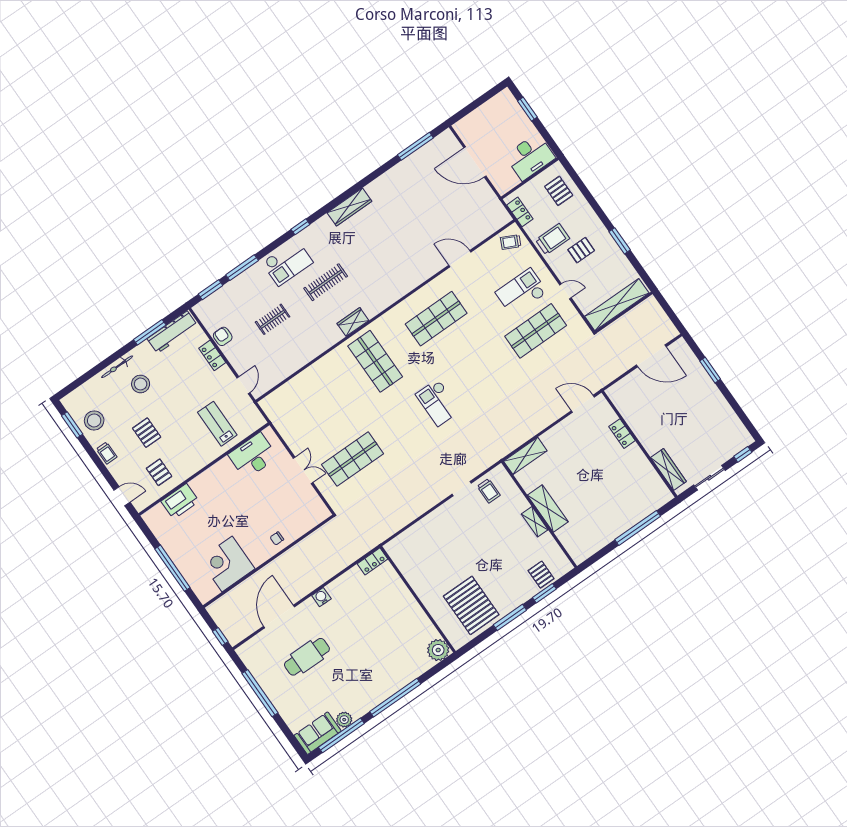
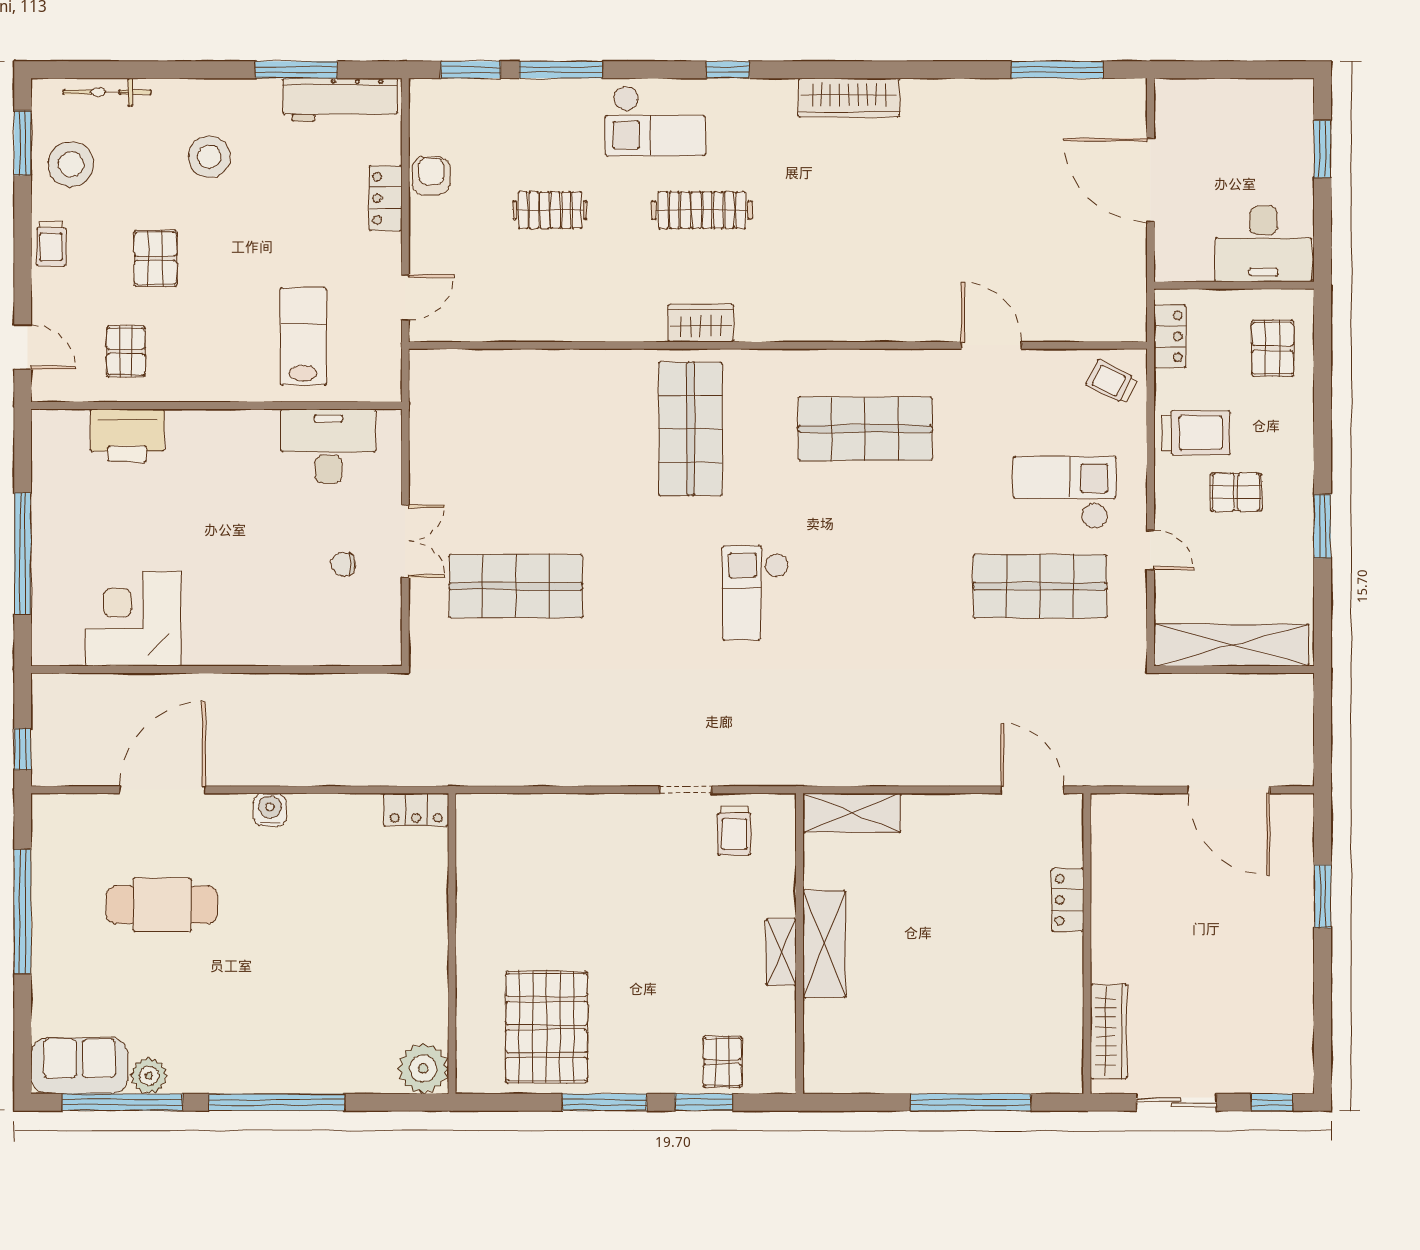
bicycle: (117, 367) -> (107, 92), moved
chair: (277, 538) -> (343, 564), moved

